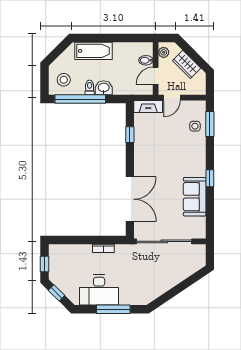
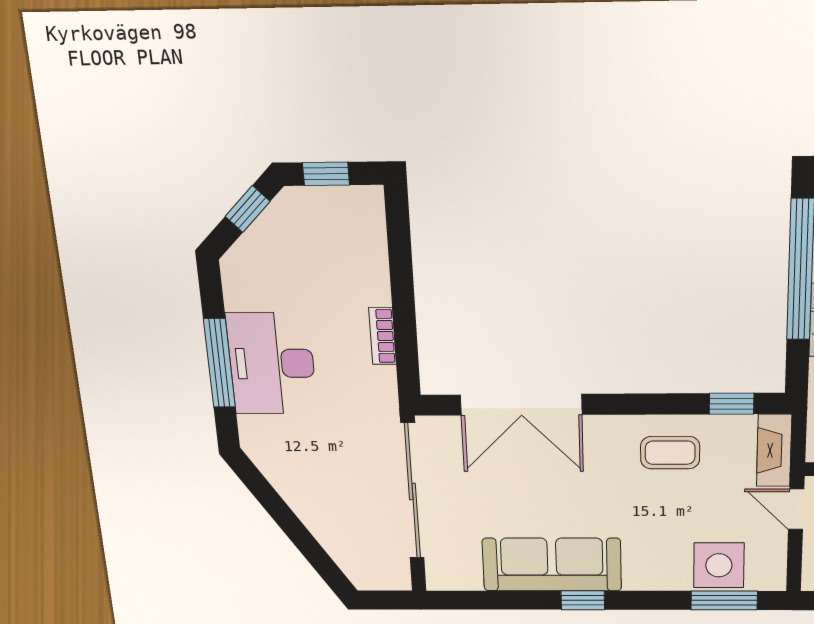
side table: (195, 126) -> (719, 565), width x1.87, depth x1.87
window: (130, 135) -> (731, 404), moved
coffee table: (149, 145) -> (670, 453), added
sofa: (195, 197) -> (552, 565), width x1.36
desk: (99, 290) -> (272, 363), moved

